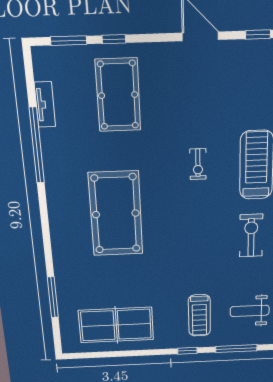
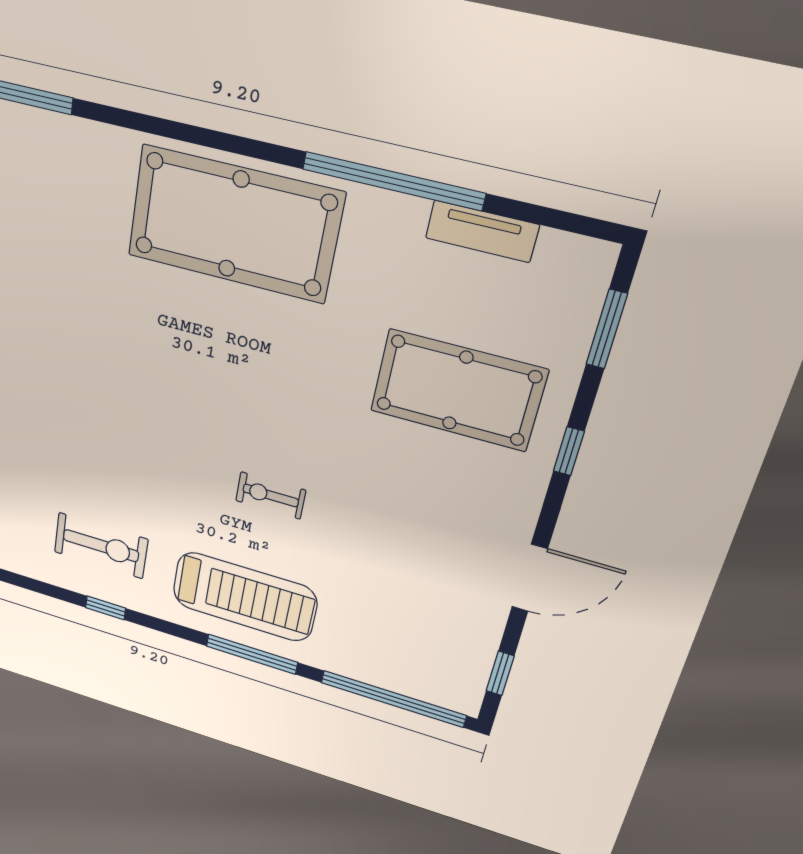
window: (114, 39) -> (569, 451), moved
pool table: (116, 214) -> (234, 224), moved

